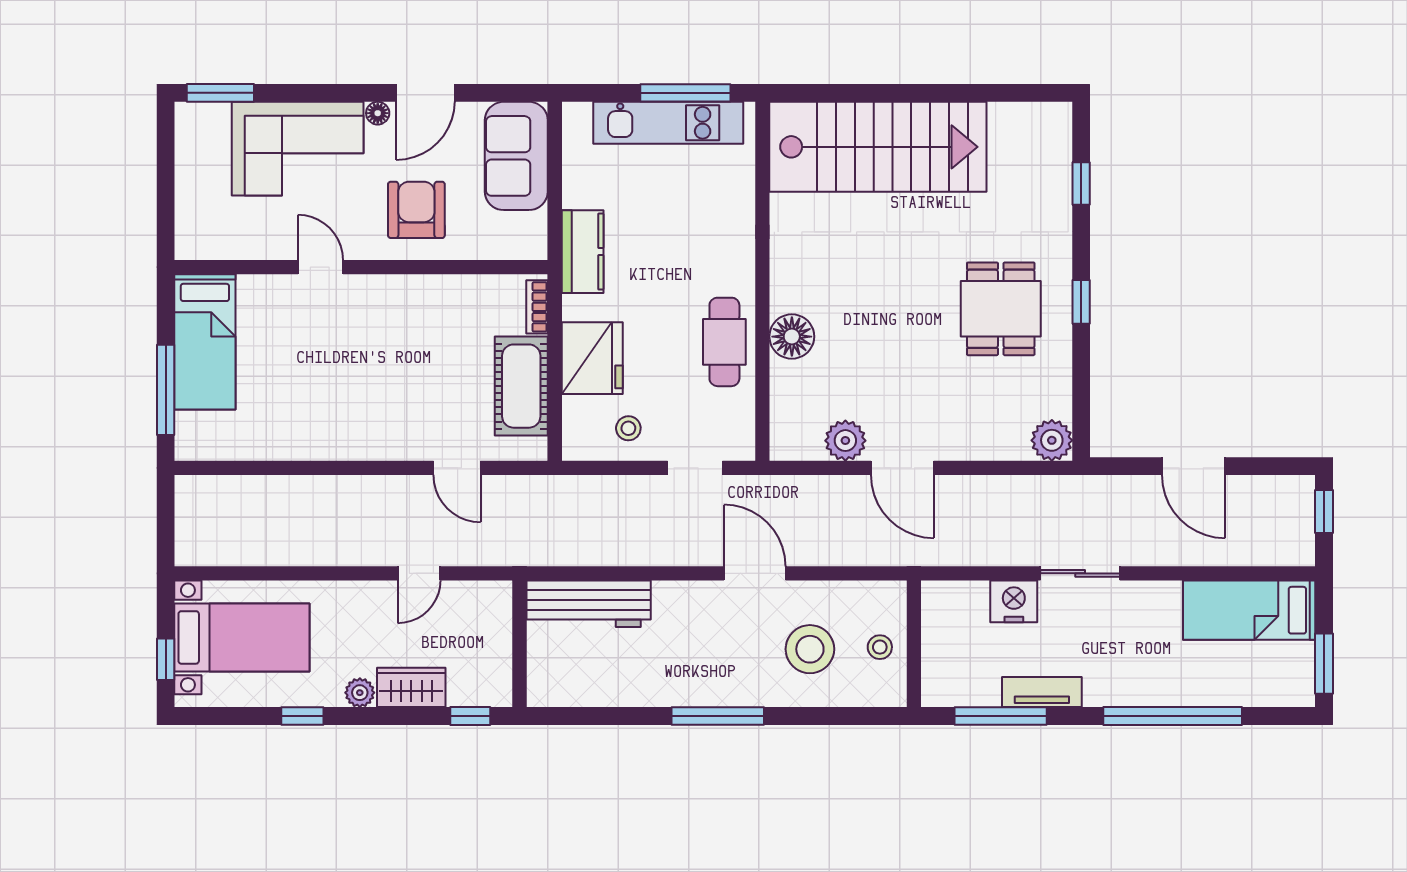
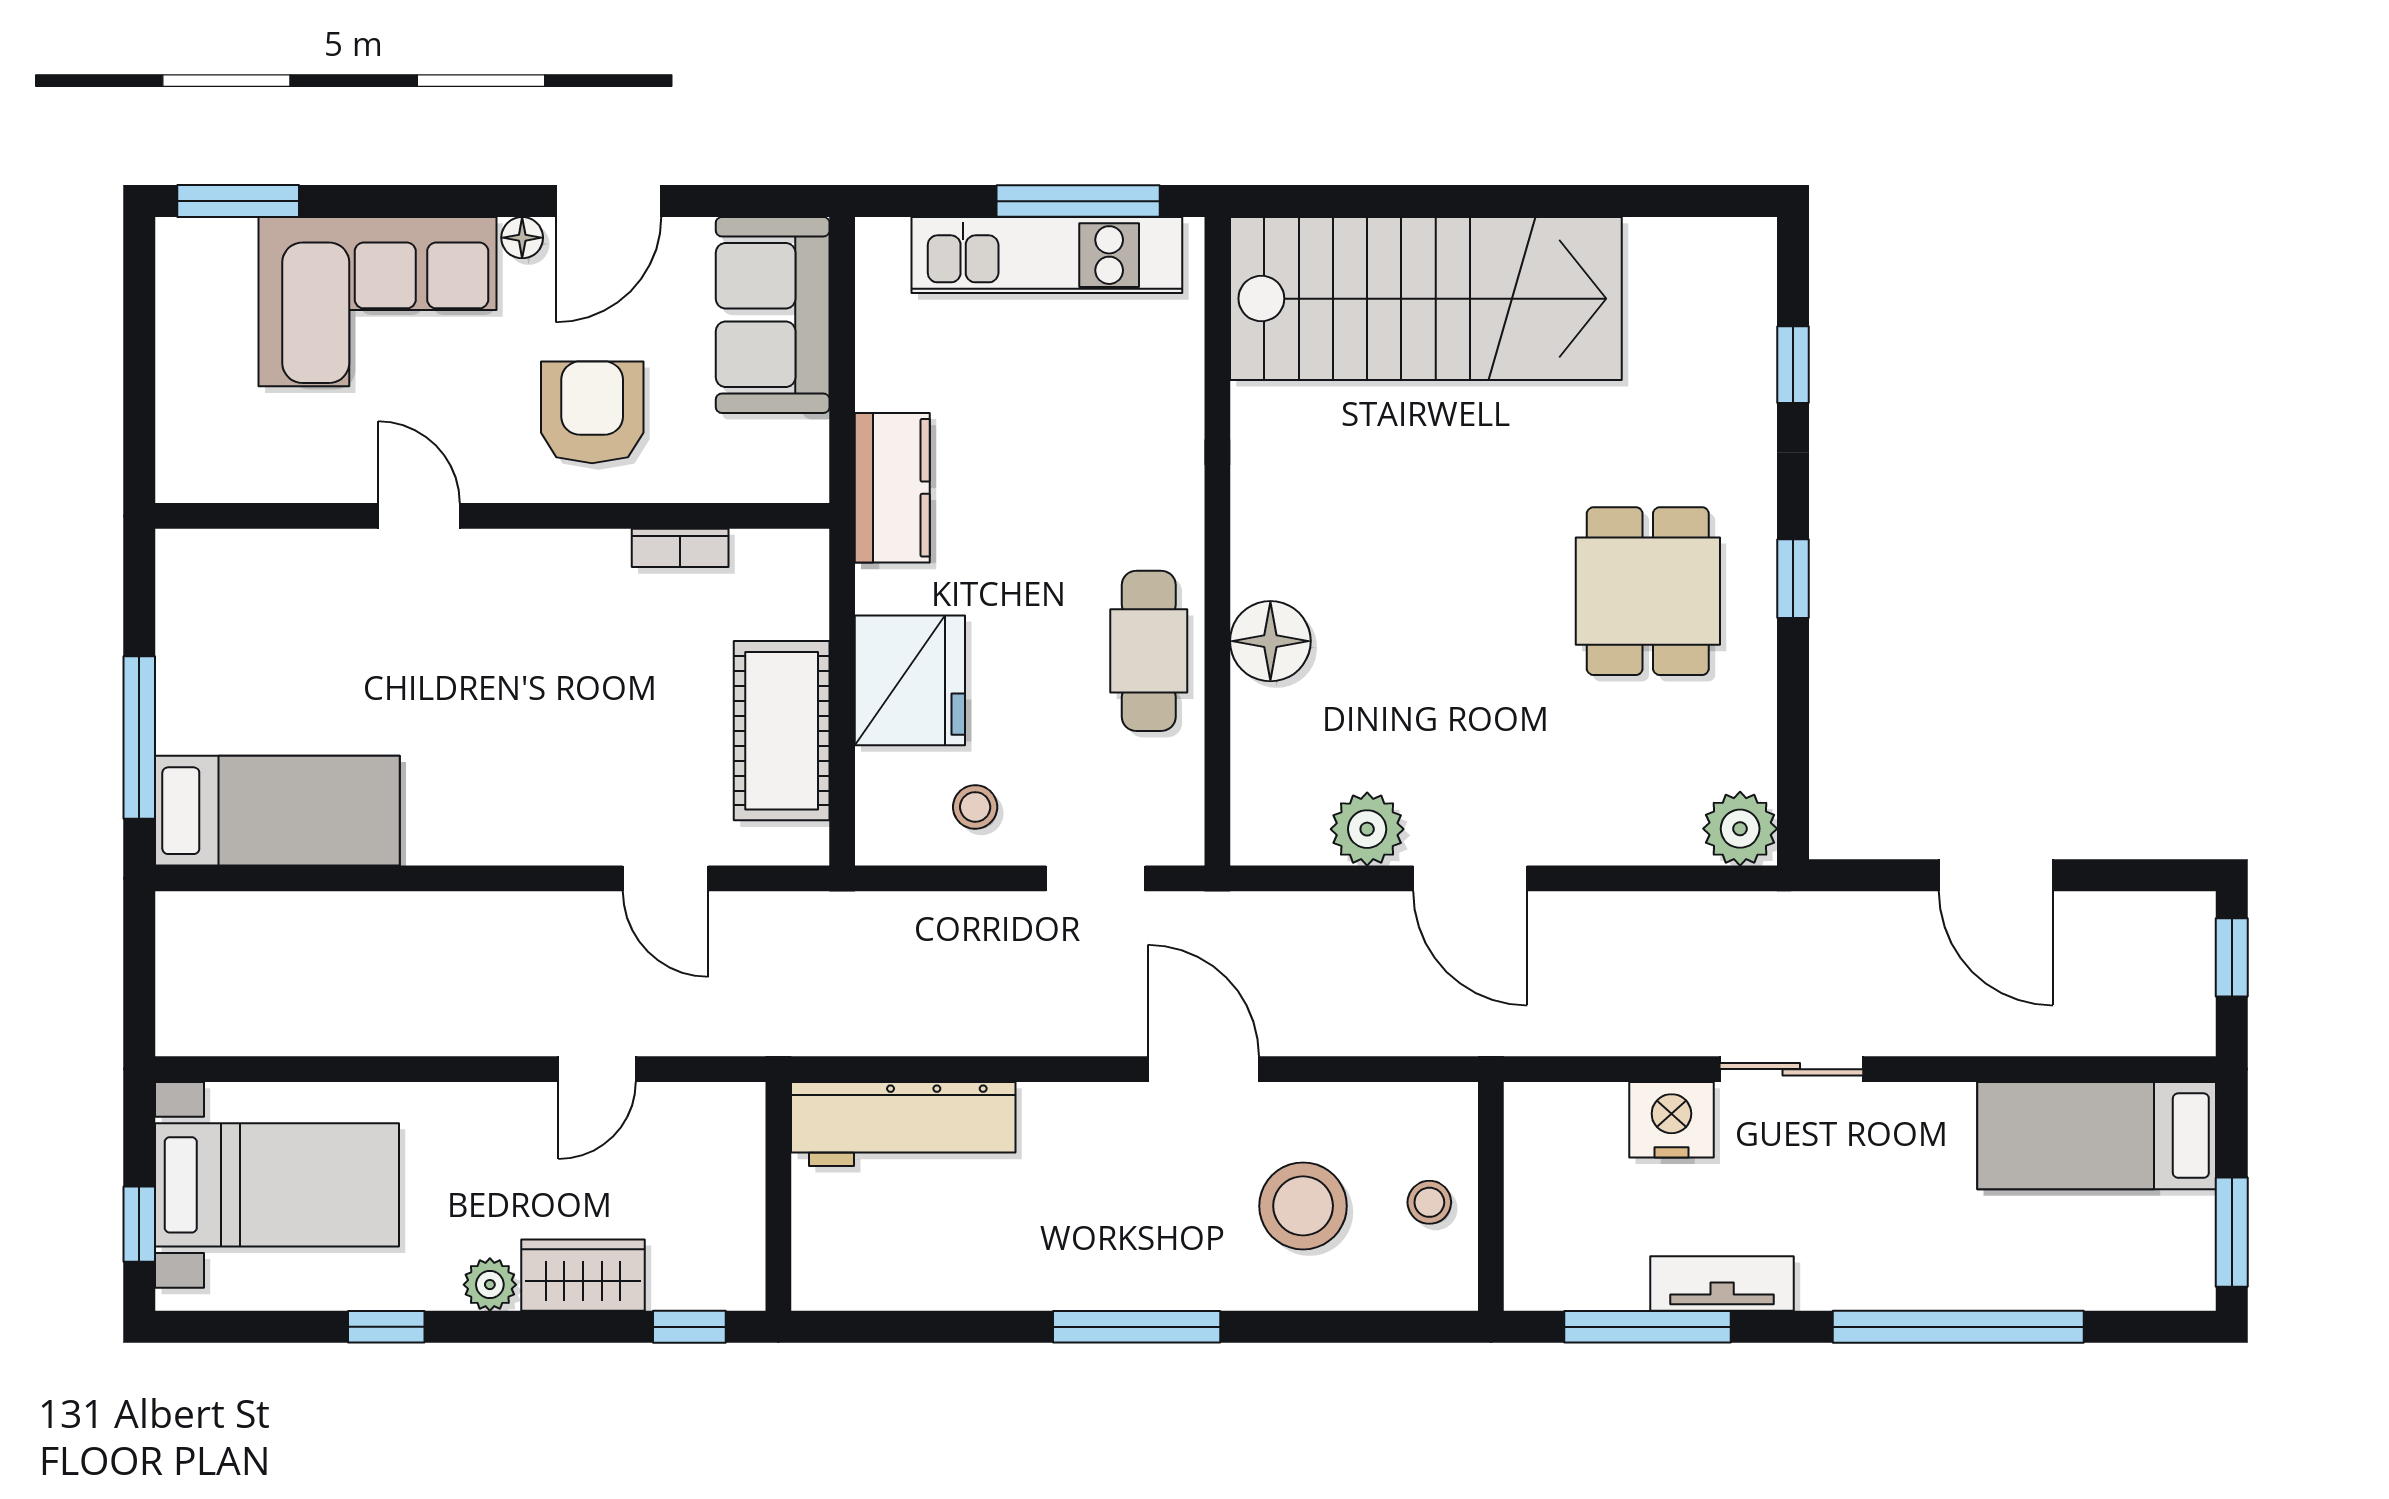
bookcase: (537, 307) -> (680, 548), moved, turned -90
bed: (205, 342) -> (277, 811), moved, turned -90

